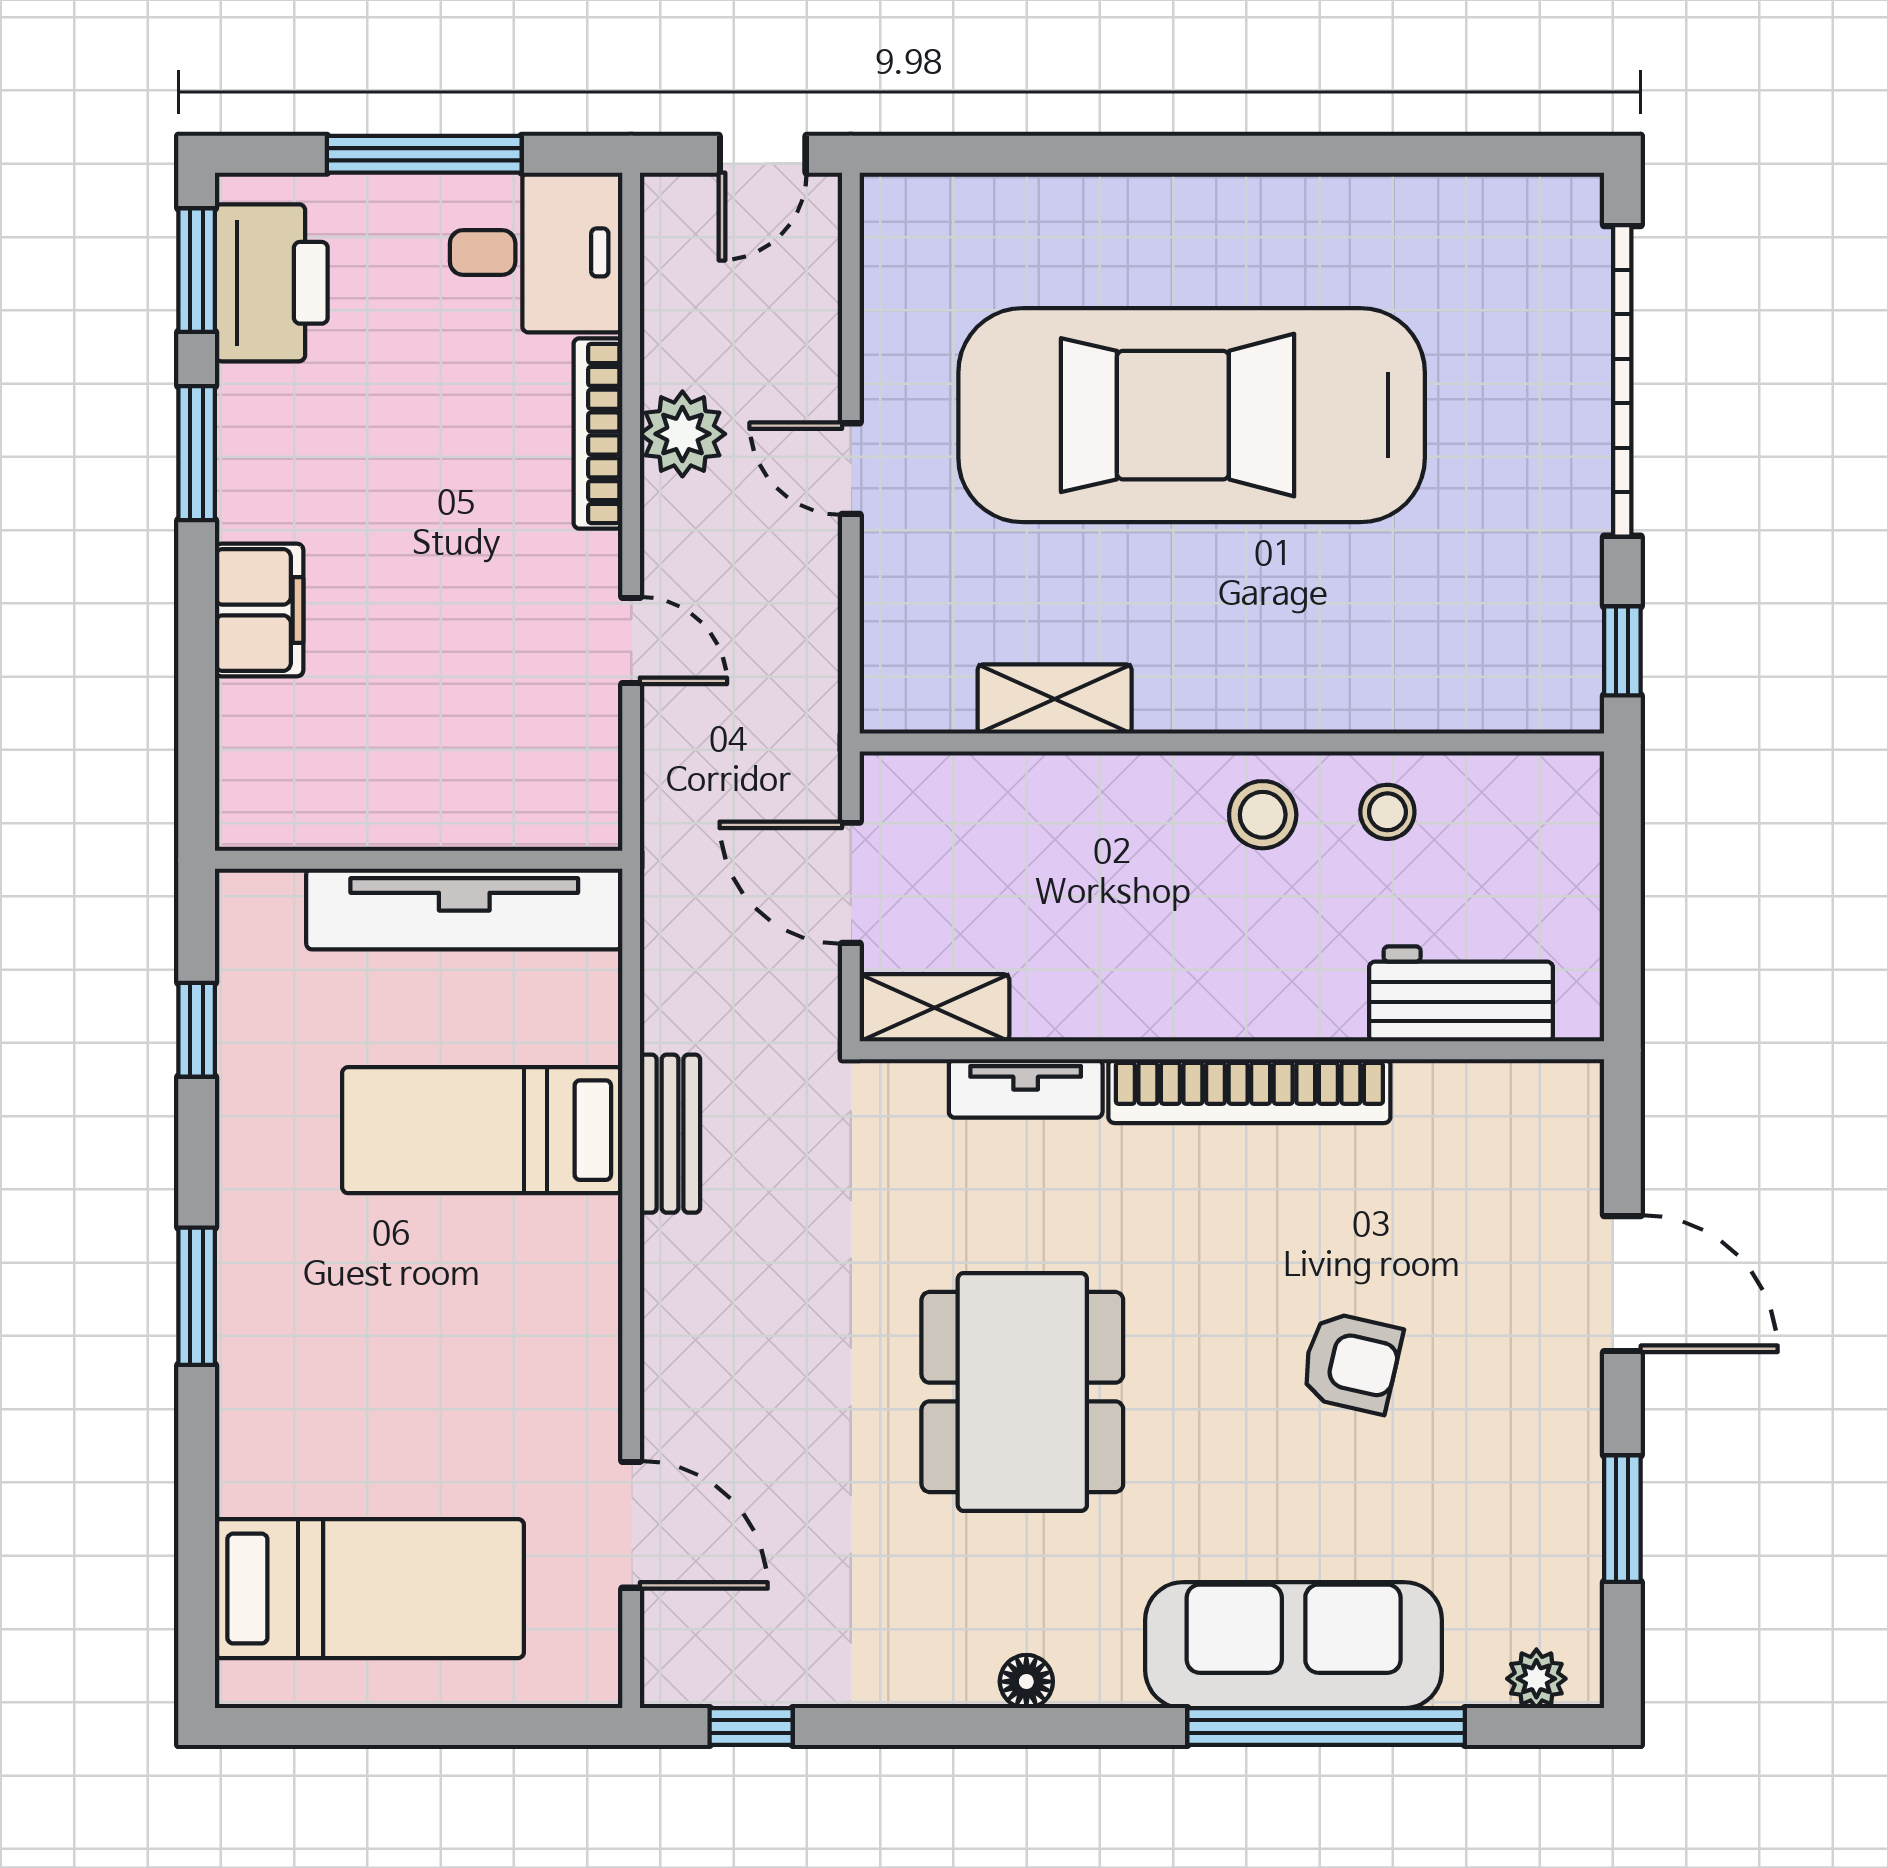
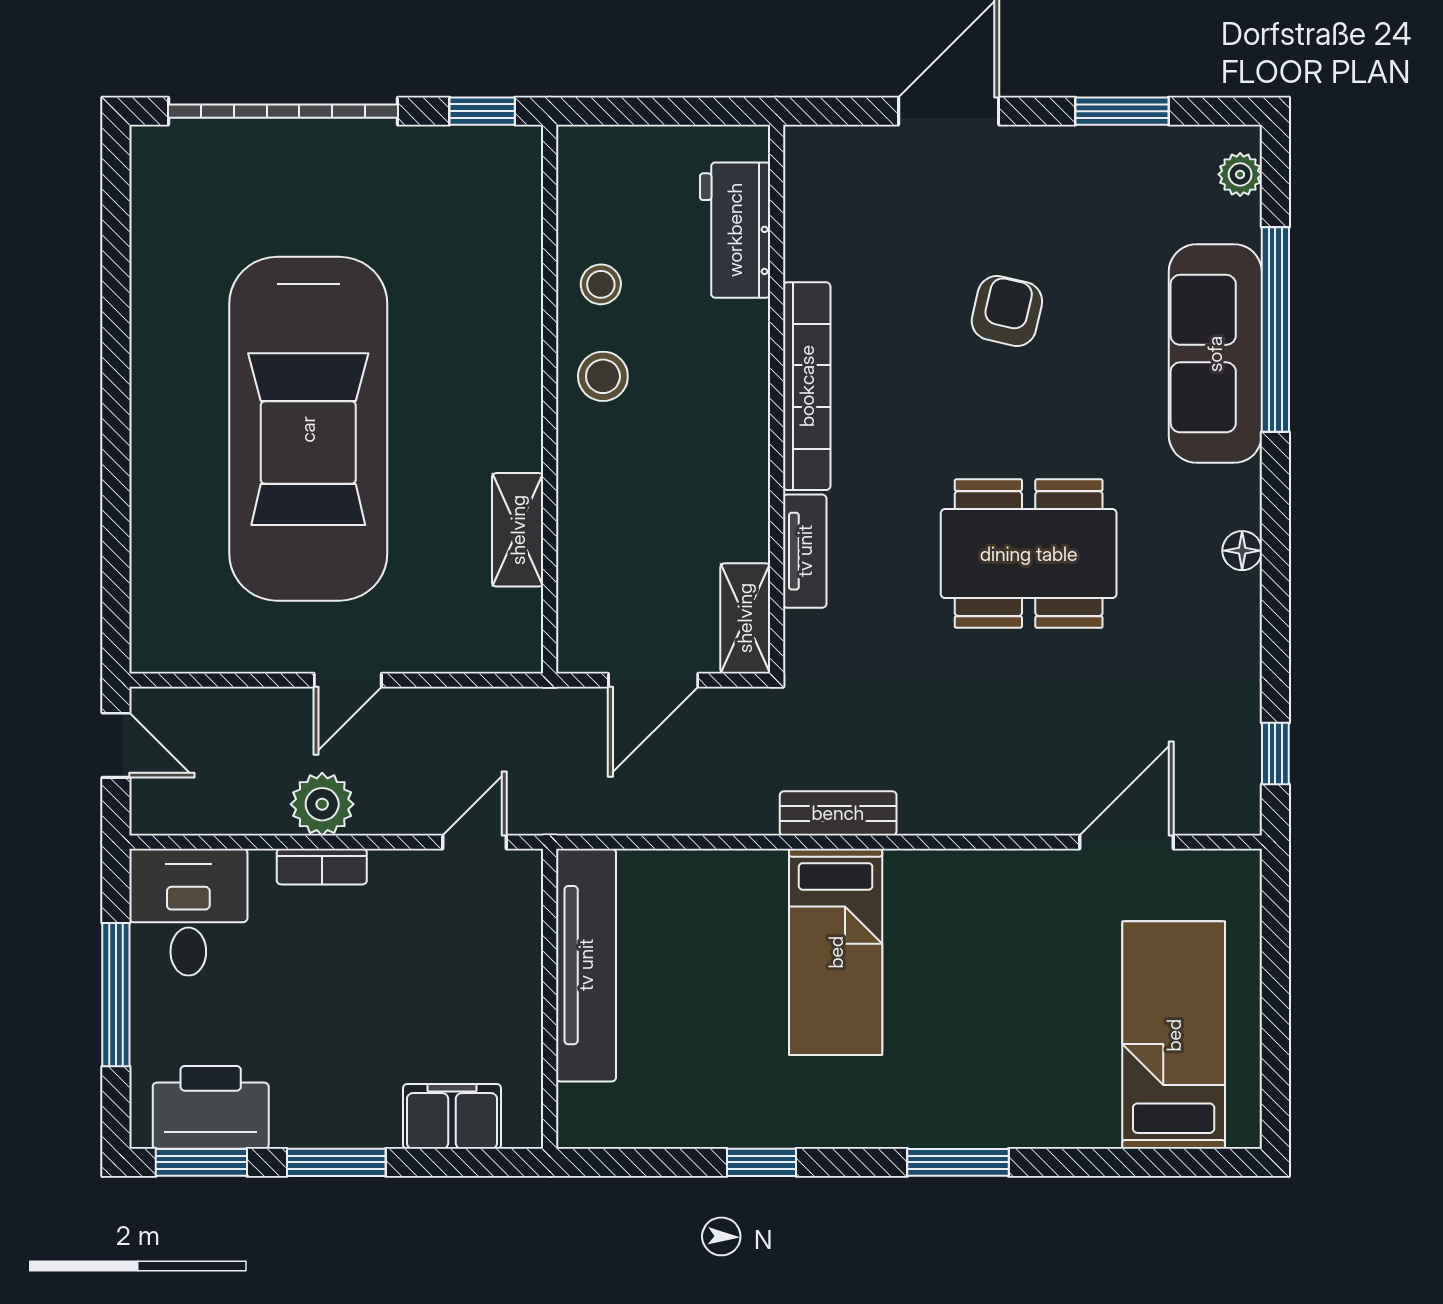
bookcase: (598, 433) -> (322, 867), width x0.64
wall: (419, 860) -> (550, 999), moved
tv unit: (464, 909) -> (586, 965), moved

